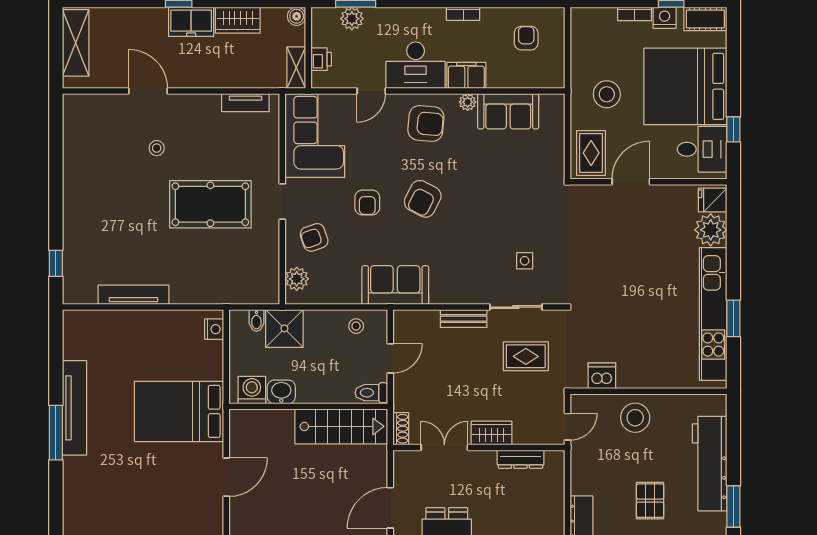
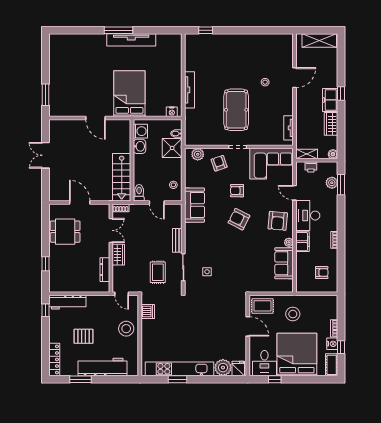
tv unit: (133, 295) -> (189, 90), moved

